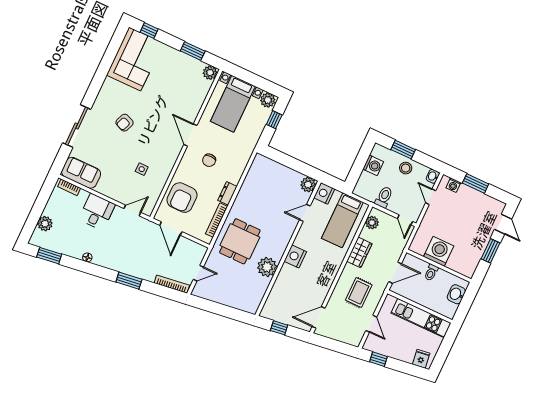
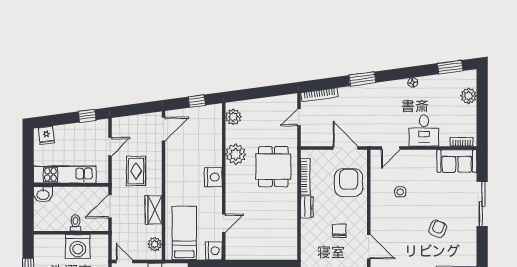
plant: (308, 185) -> (233, 117), moved
washbasin: (456, 294) -> (43, 194), moved, turned 90
door: (371, 324) -> (110, 147), swing flipped

